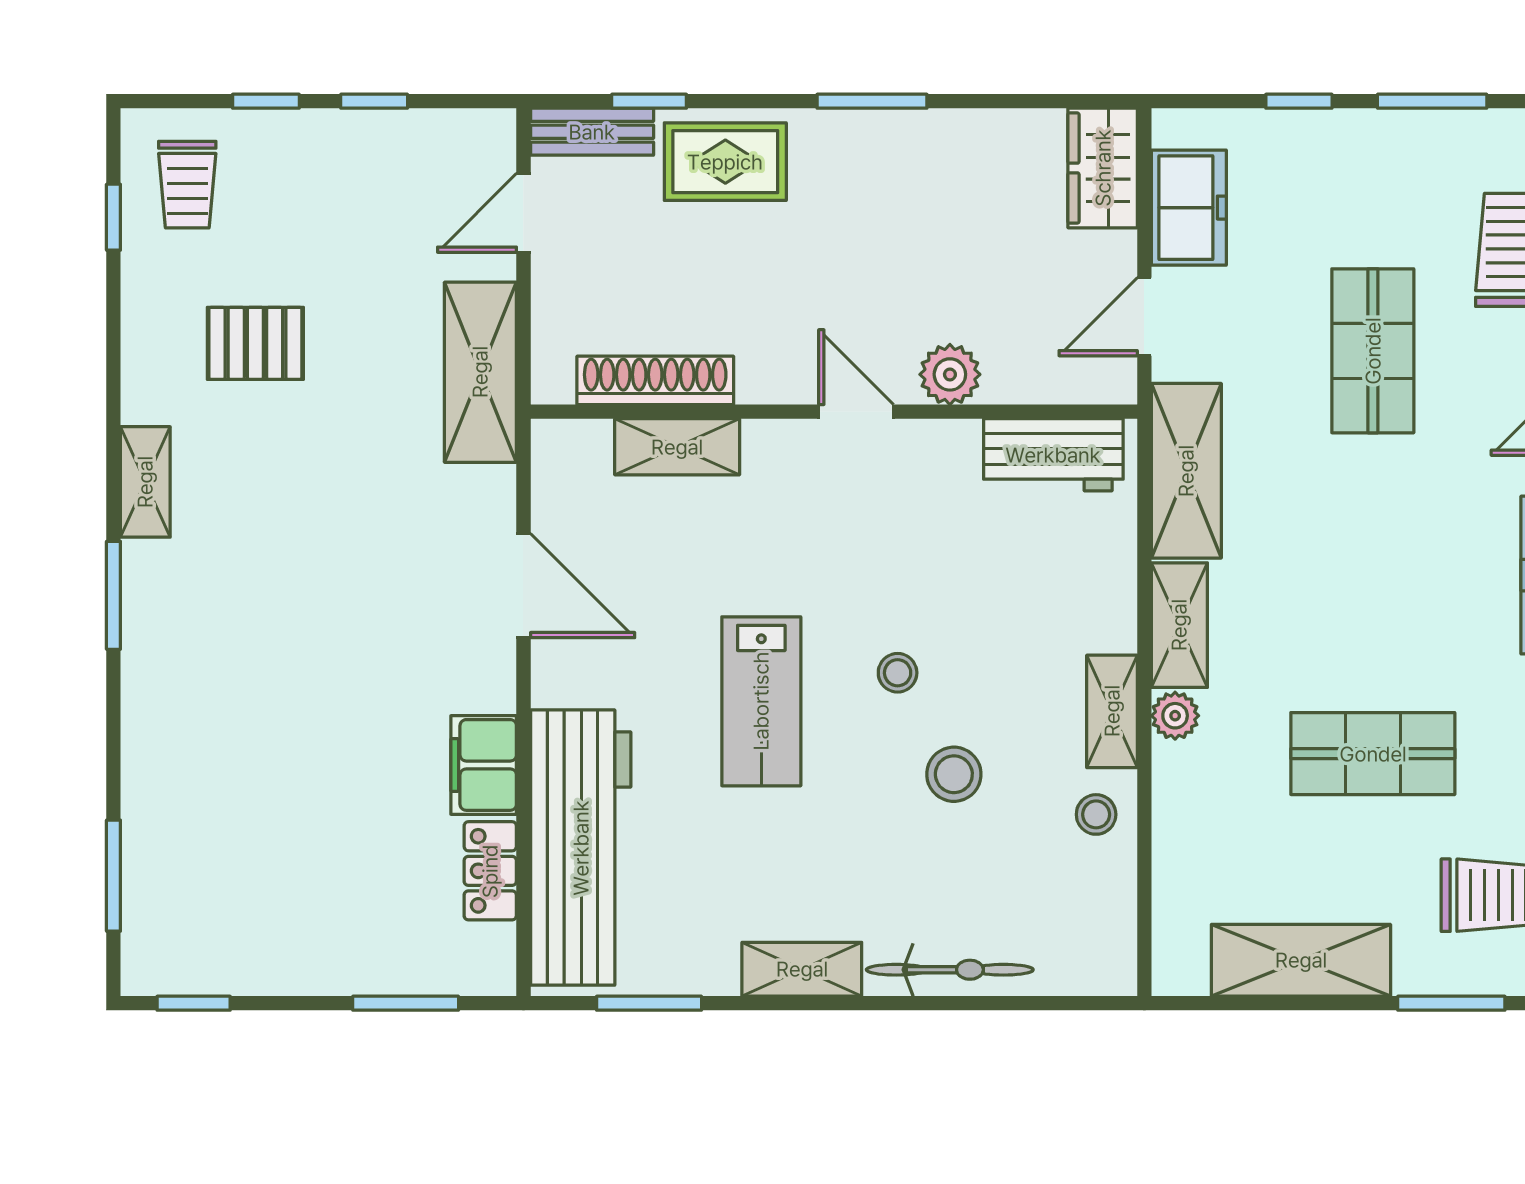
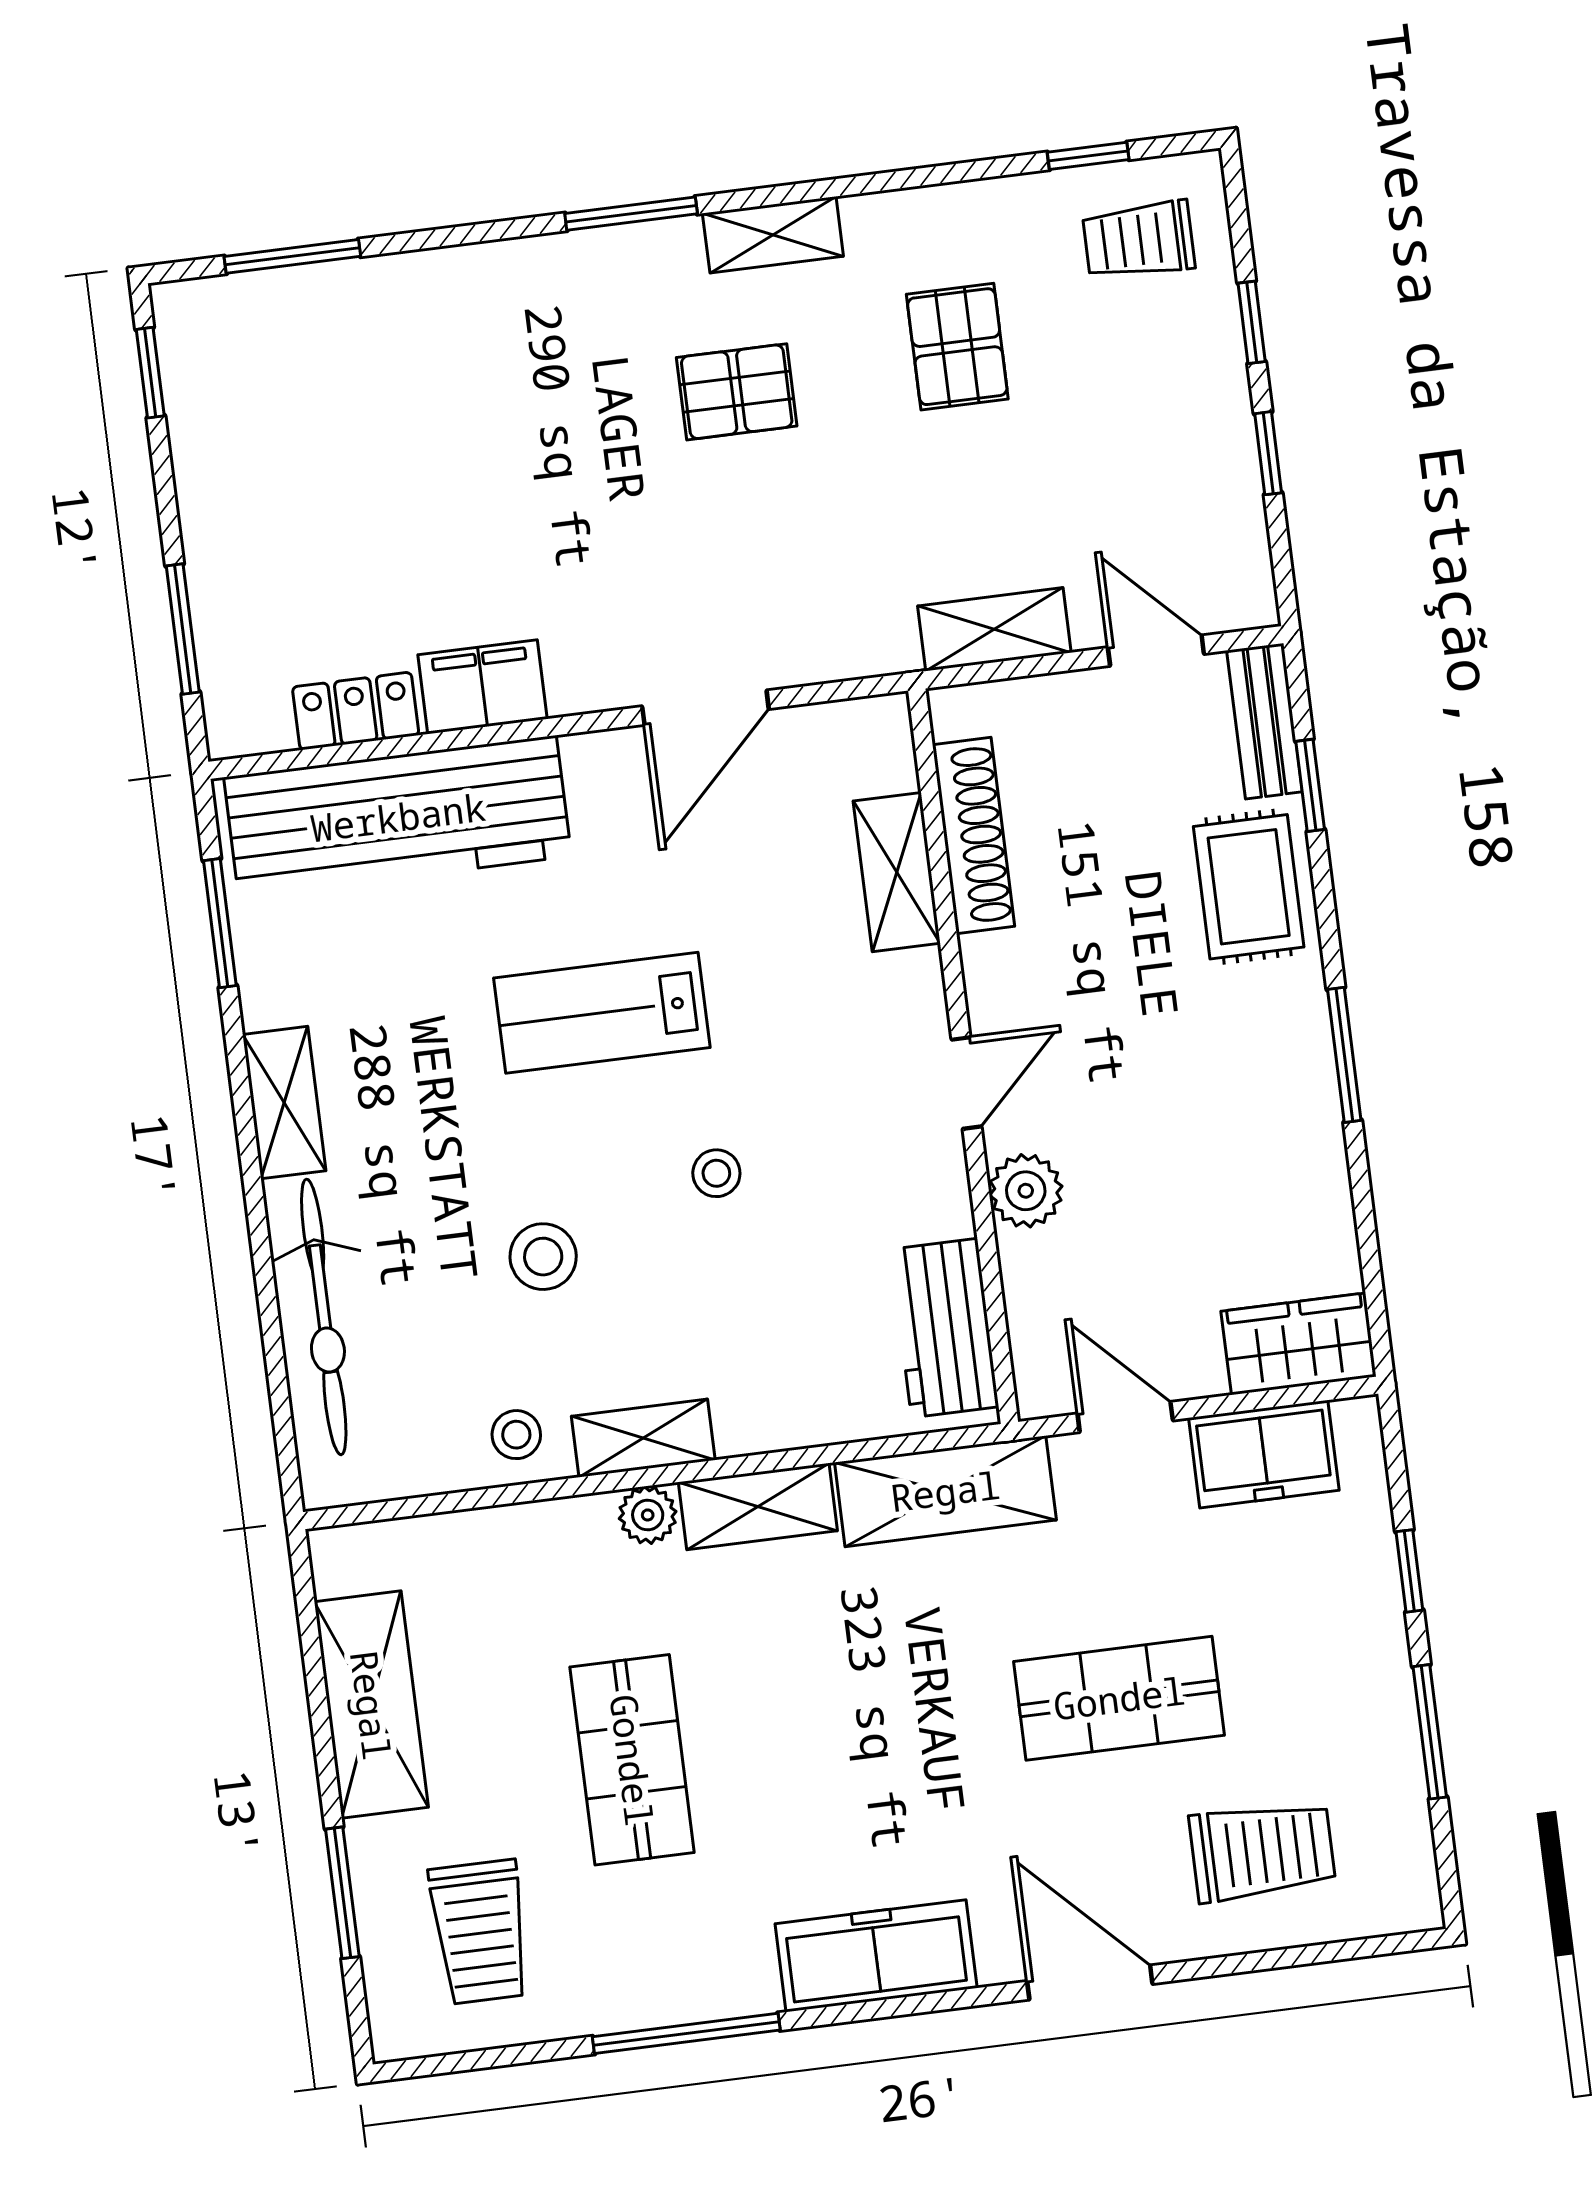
shelving: (480, 372) -> (994, 629), width x0.67, depth x0.75
pallet: (269, 528) -> (737, 392), added
stool: (898, 673) -> (716, 1173), moved
bicycle: (950, 970) -> (324, 1317), width x1.37, depth x1.40

